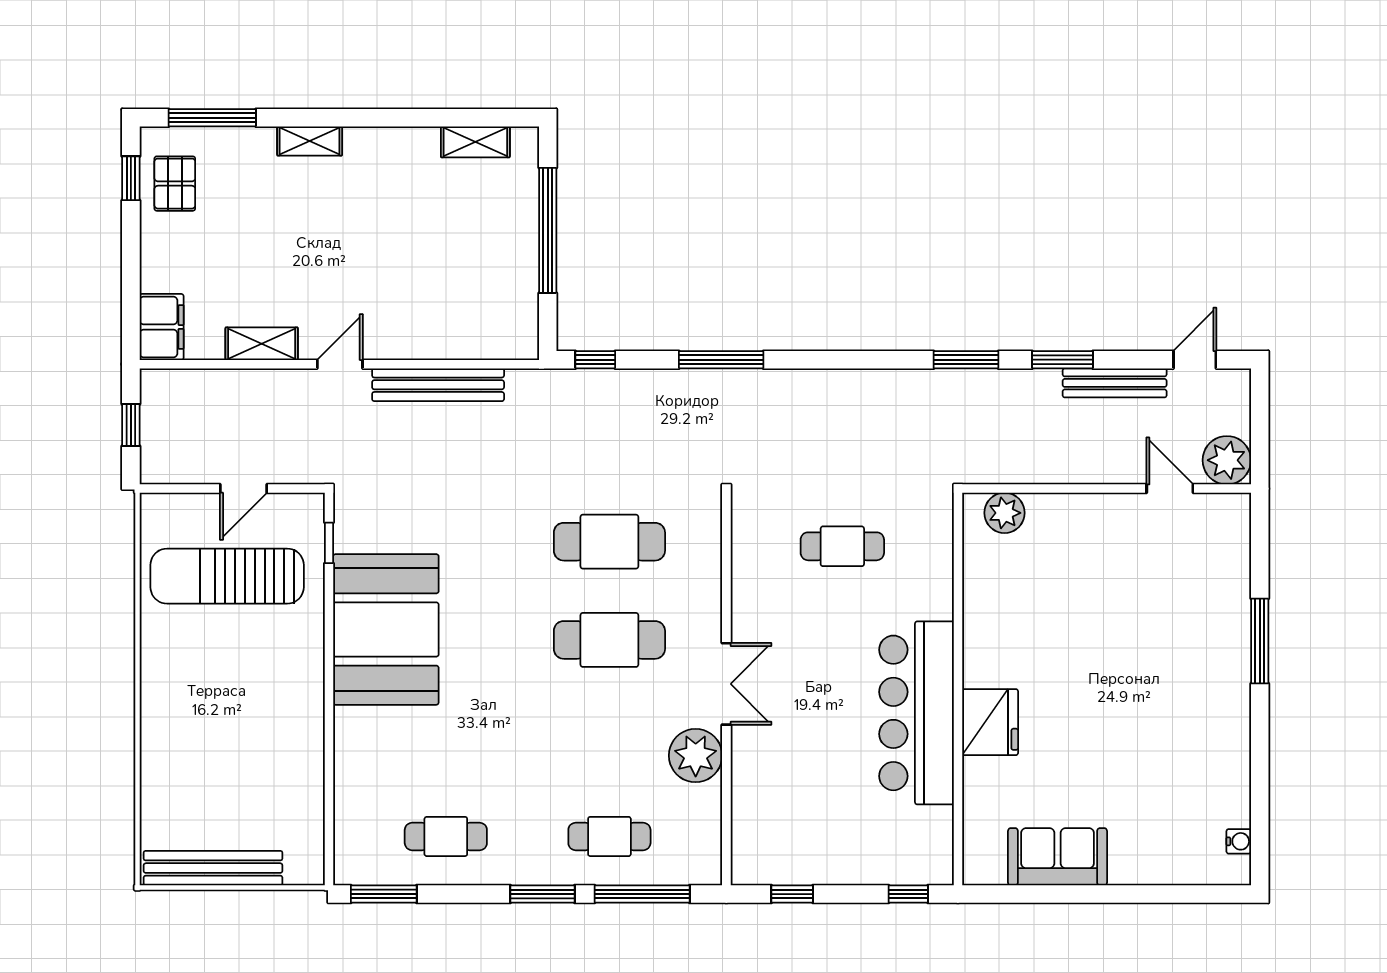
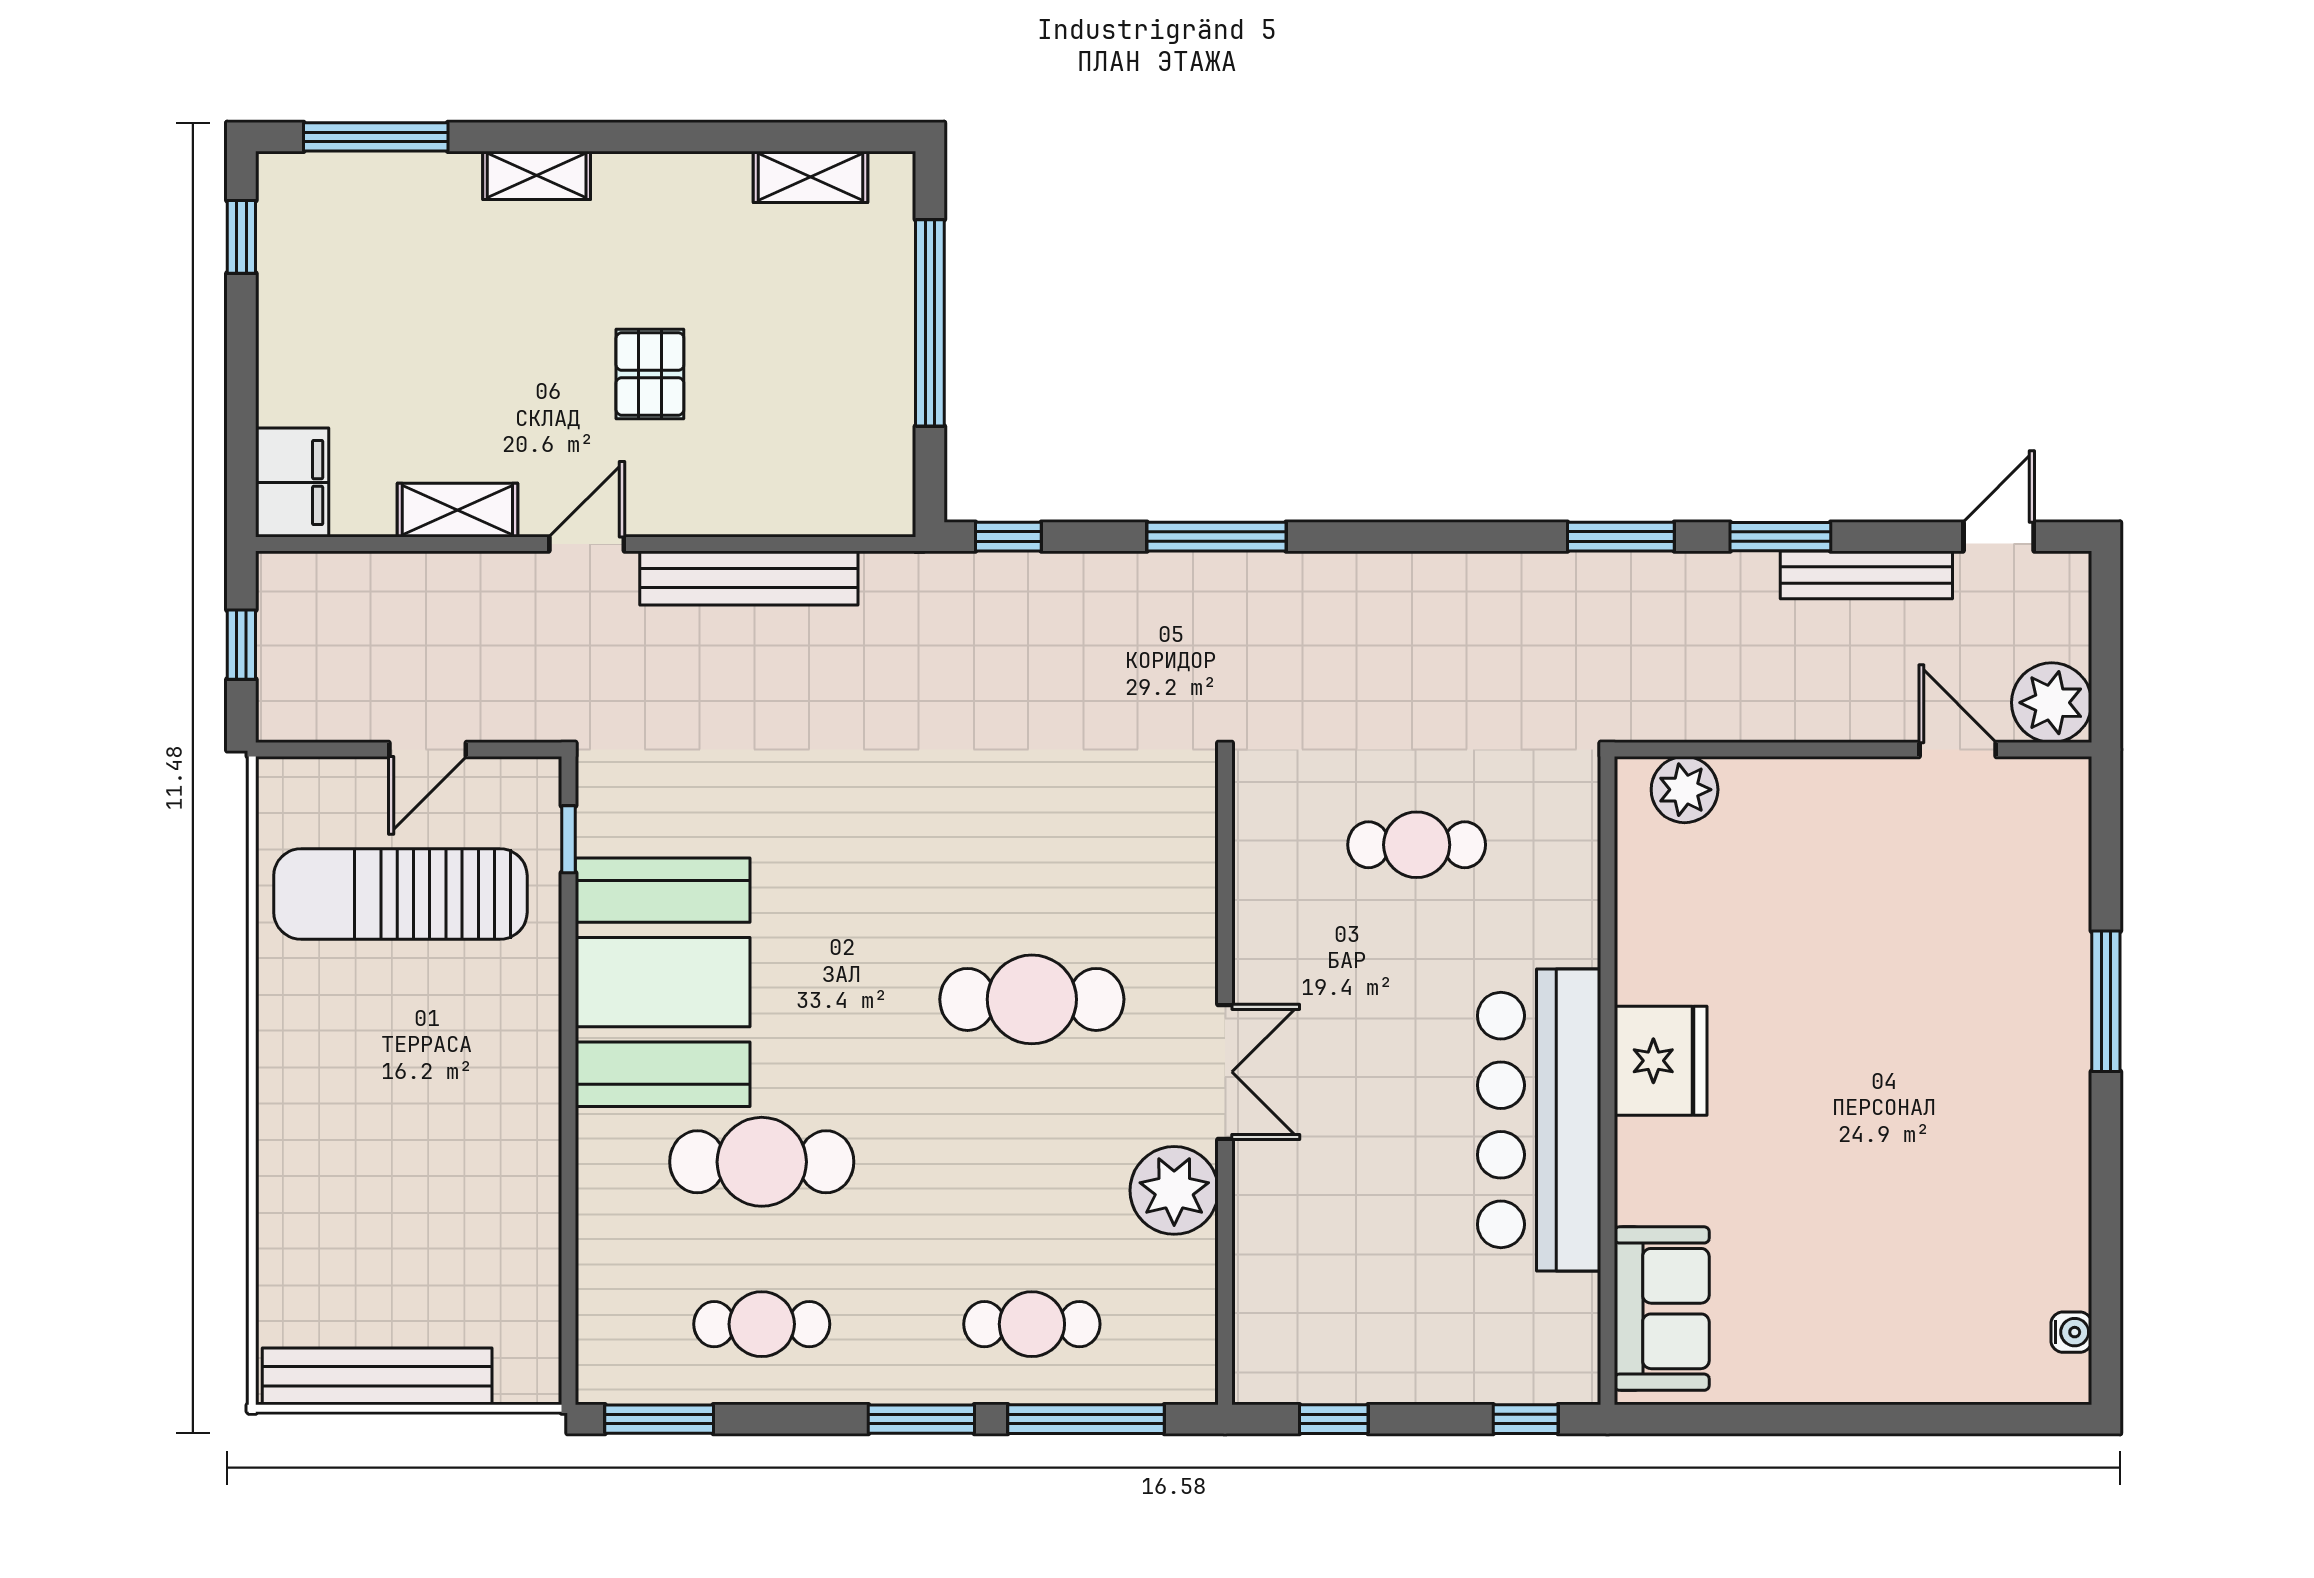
pallet: (175, 184) -> (650, 374), moved
cafe table: (609, 542) -> (762, 1162), moved
fridge: (990, 722) -> (1661, 1061), moved
sofa: (1058, 857) -> (1662, 1309), moved, turned 90

